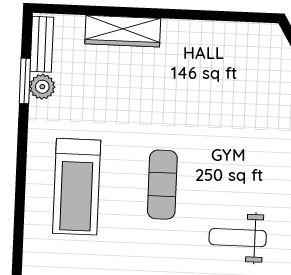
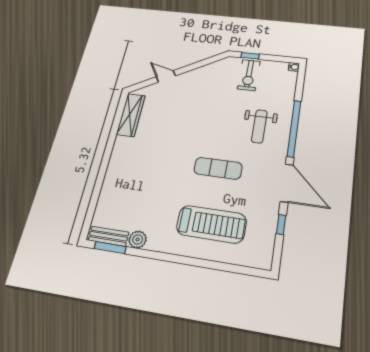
wardrobe: (123, 31) -> (131, 115), moved
window: (25, 81) -> (110, 248), moved

